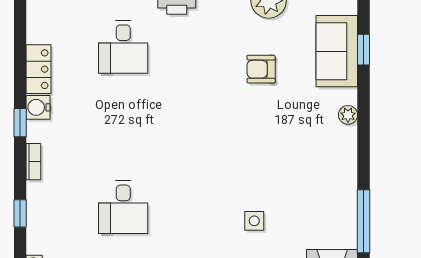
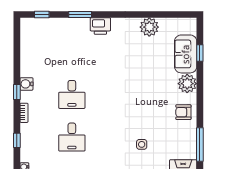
desk: (123, 47) -> (72, 94), moved
locker: (38, 69) -> (27, 64), removed
armchair: (261, 69) -> (183, 112), moved
plant: (348, 115) -> (187, 84), width x1.88, depth x1.88

